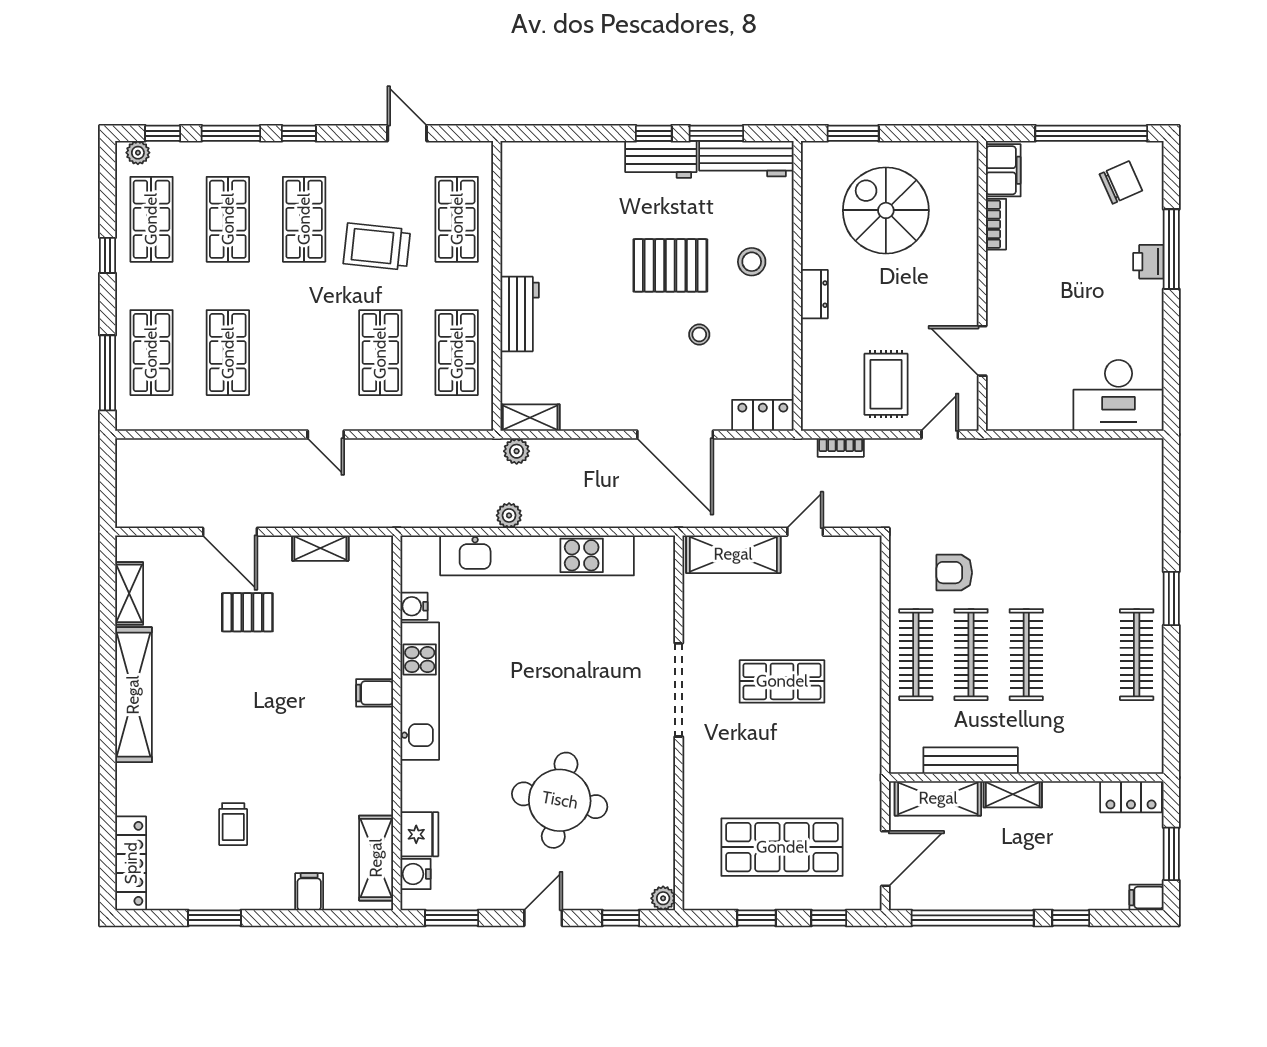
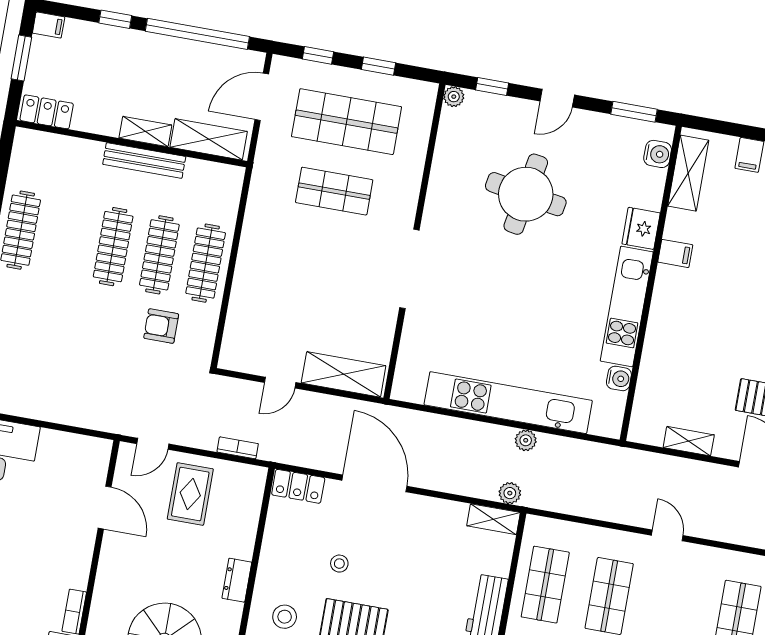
armchair: (954, 573) -> (161, 326), turned 180
shop shelf: (782, 681) -> (334, 191), moved
filing cabinet: (375, 693) -> (675, 253), moved
bench: (971, 761) -> (144, 160), moved
fridge: (419, 834) -> (641, 228), moved

